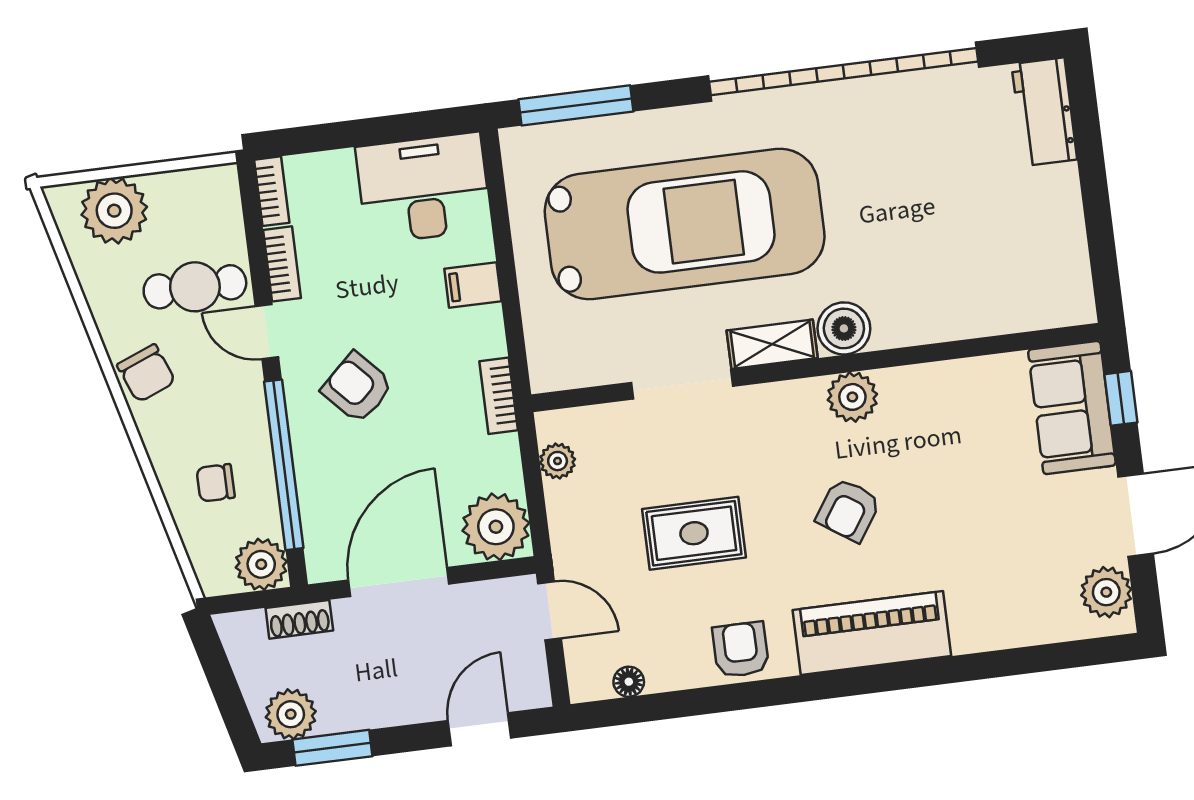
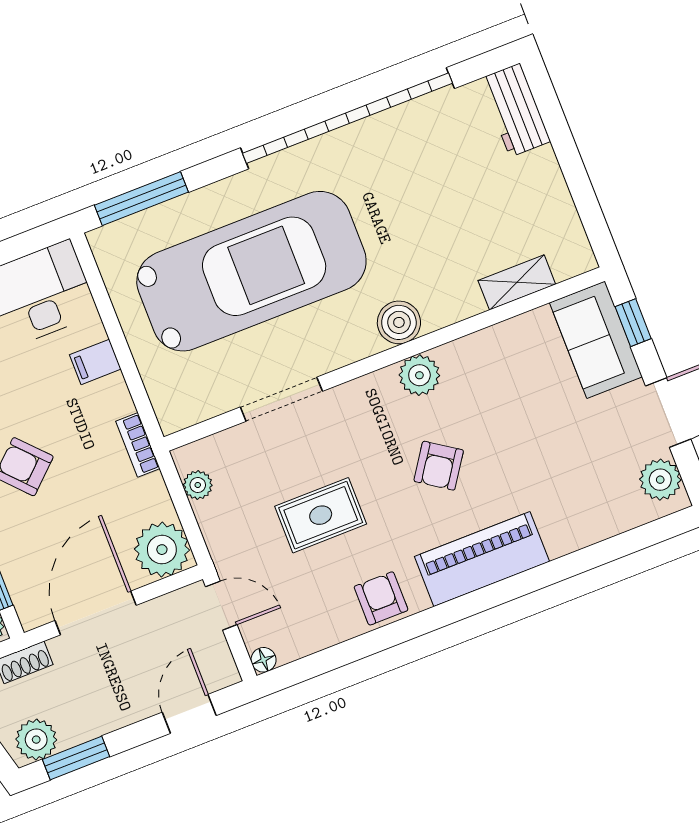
shelving: (772, 344) -> (517, 282), moved
floor lamp: (629, 682) -> (264, 660), moved

